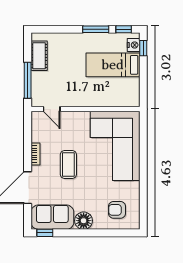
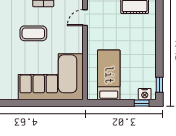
window: (96, 29) -> (159, 59), removed
bed: (113, 65) -> (109, 75), moved

